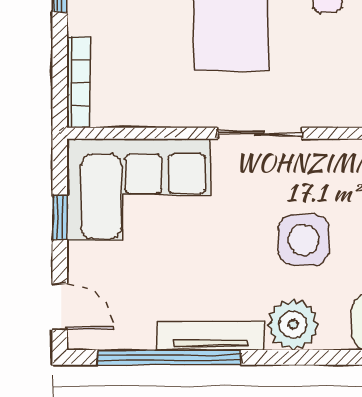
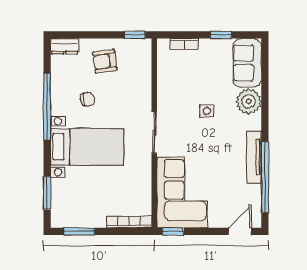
window: (60, 217) -> (173, 231), moved
side table: (304, 240) -> (207, 111), width x0.54, depth x0.54
plant: (293, 324) -> (249, 101), moved

